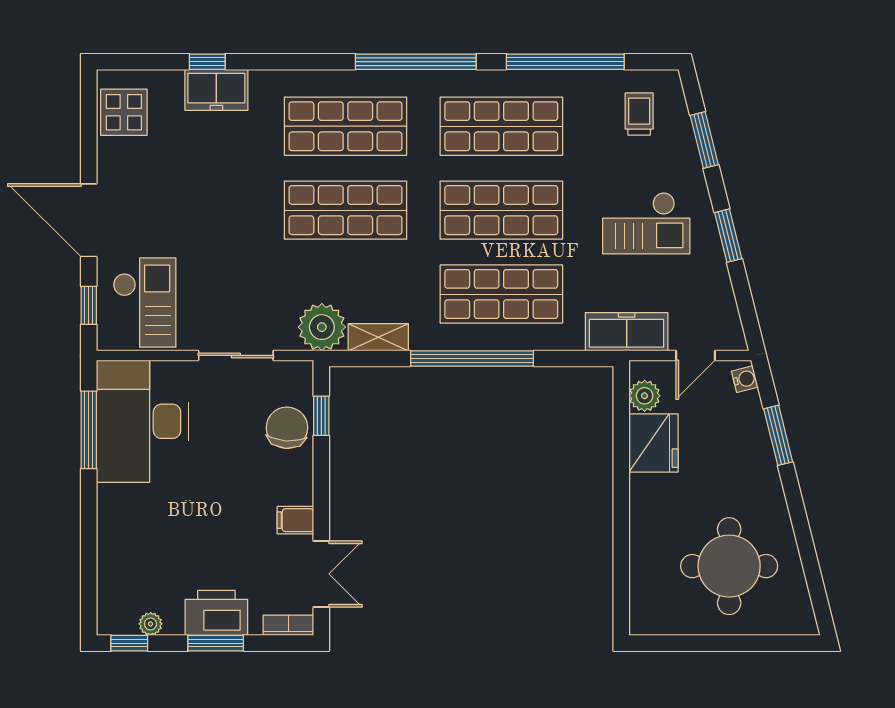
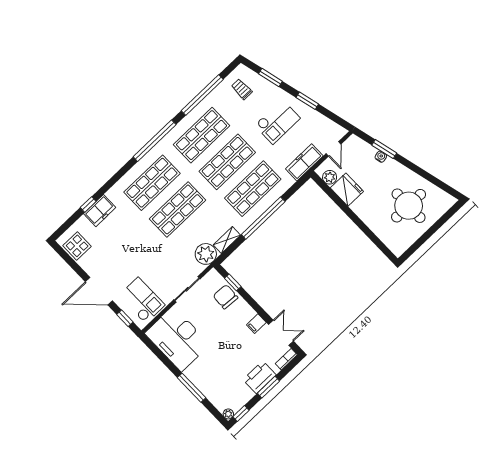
water cooler: (745, 379) -> (381, 157), moved
window: (89, 430) -> (191, 388), moved
plant: (151, 624) -> (228, 414), moved

